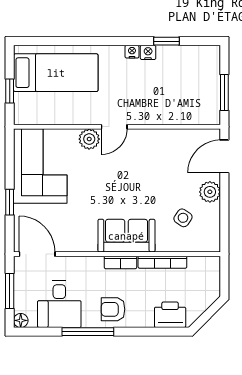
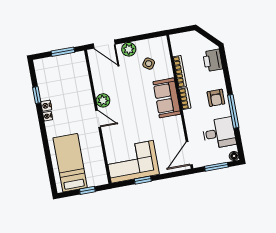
plant: (89, 139) -> (103, 100), moved
window: (10, 202) -> (143, 180), moved

